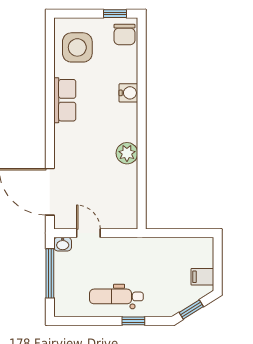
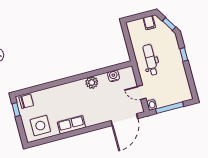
water cooler: (128, 93) -> (113, 76), moved
door: (88, 233) -> (142, 92), hinge flipped
dental chair: (116, 296) -> (150, 60), moved, turned 180

